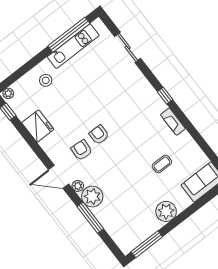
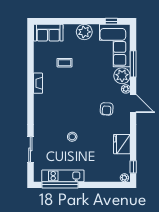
stool: (46, 80) -> (72, 137), moved
window: (165, 96) -> (30, 103), removed
armchair: (99, 135) -> (89, 110), removed
corner sofa: (124, 222) -> (115, 46), added
window: (147, 244) -> (111, 21), width x0.46

